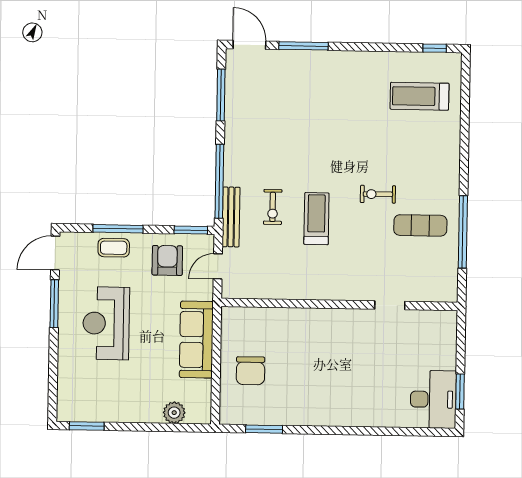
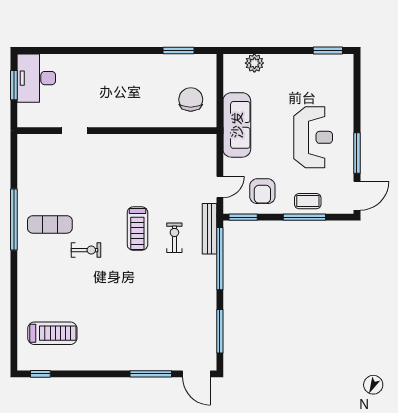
wall: (339, 304) -> (117, 131), moved
doorway: (390, 305) -> (74, 131), moved

